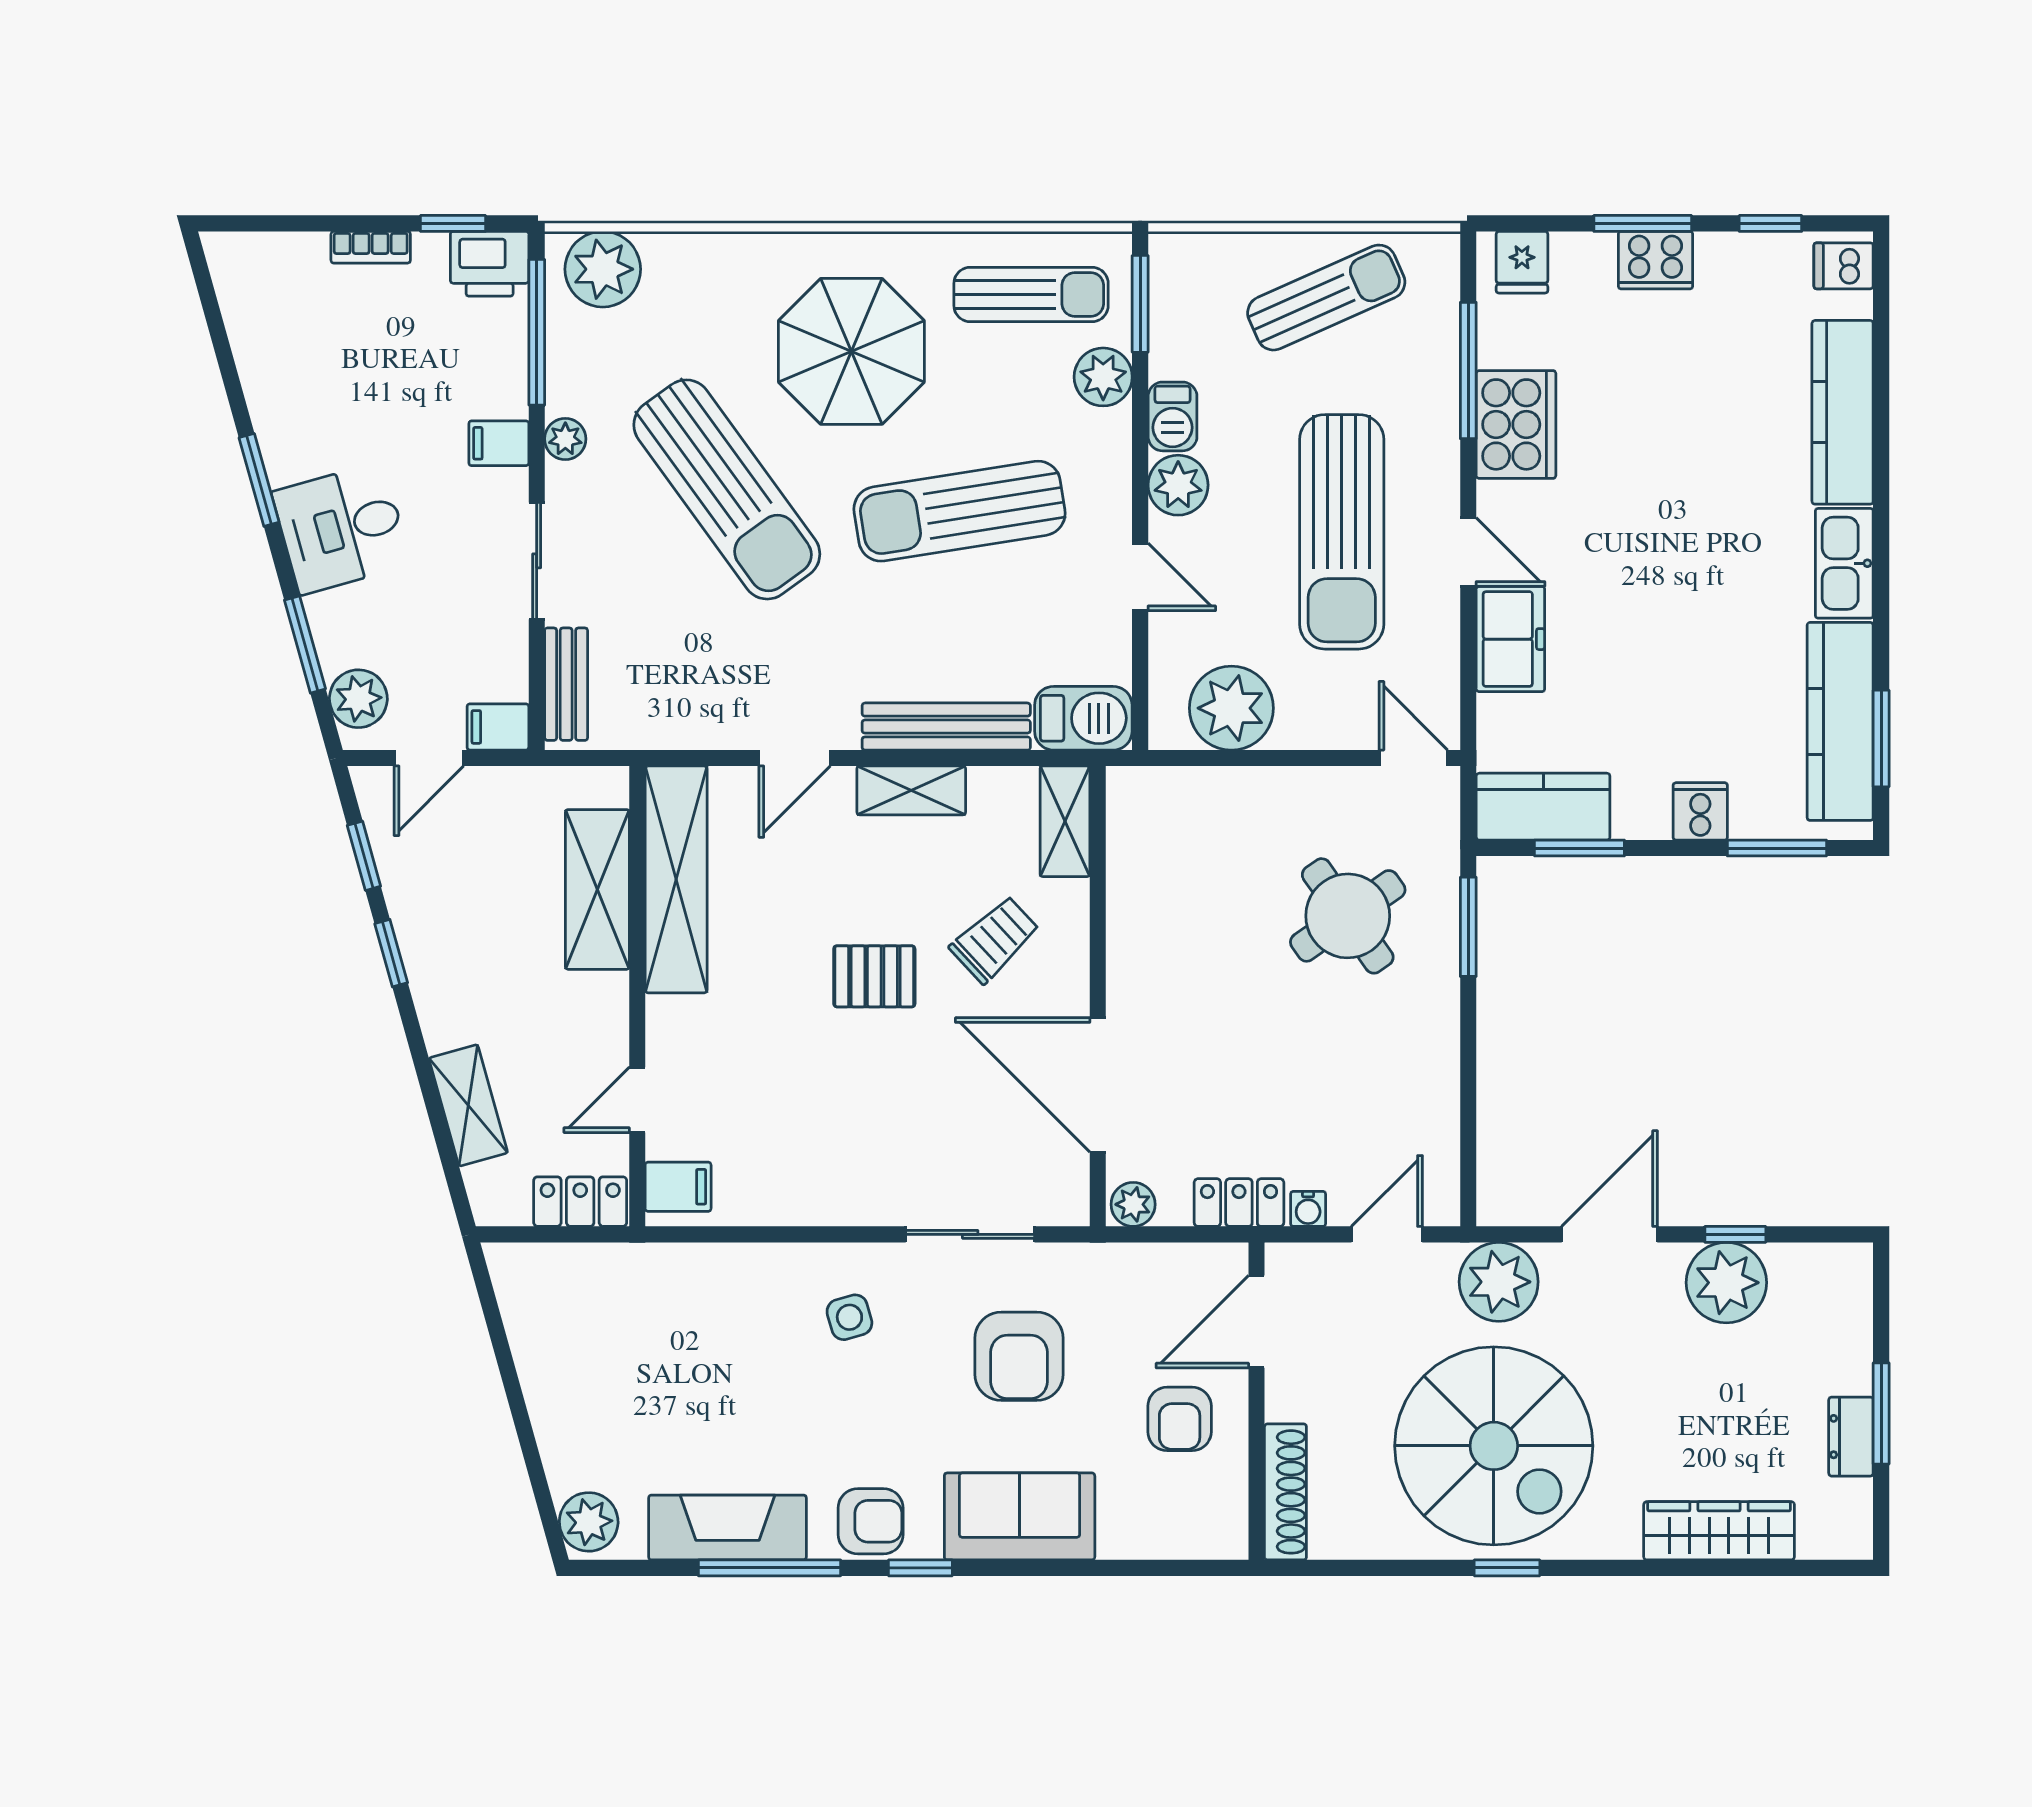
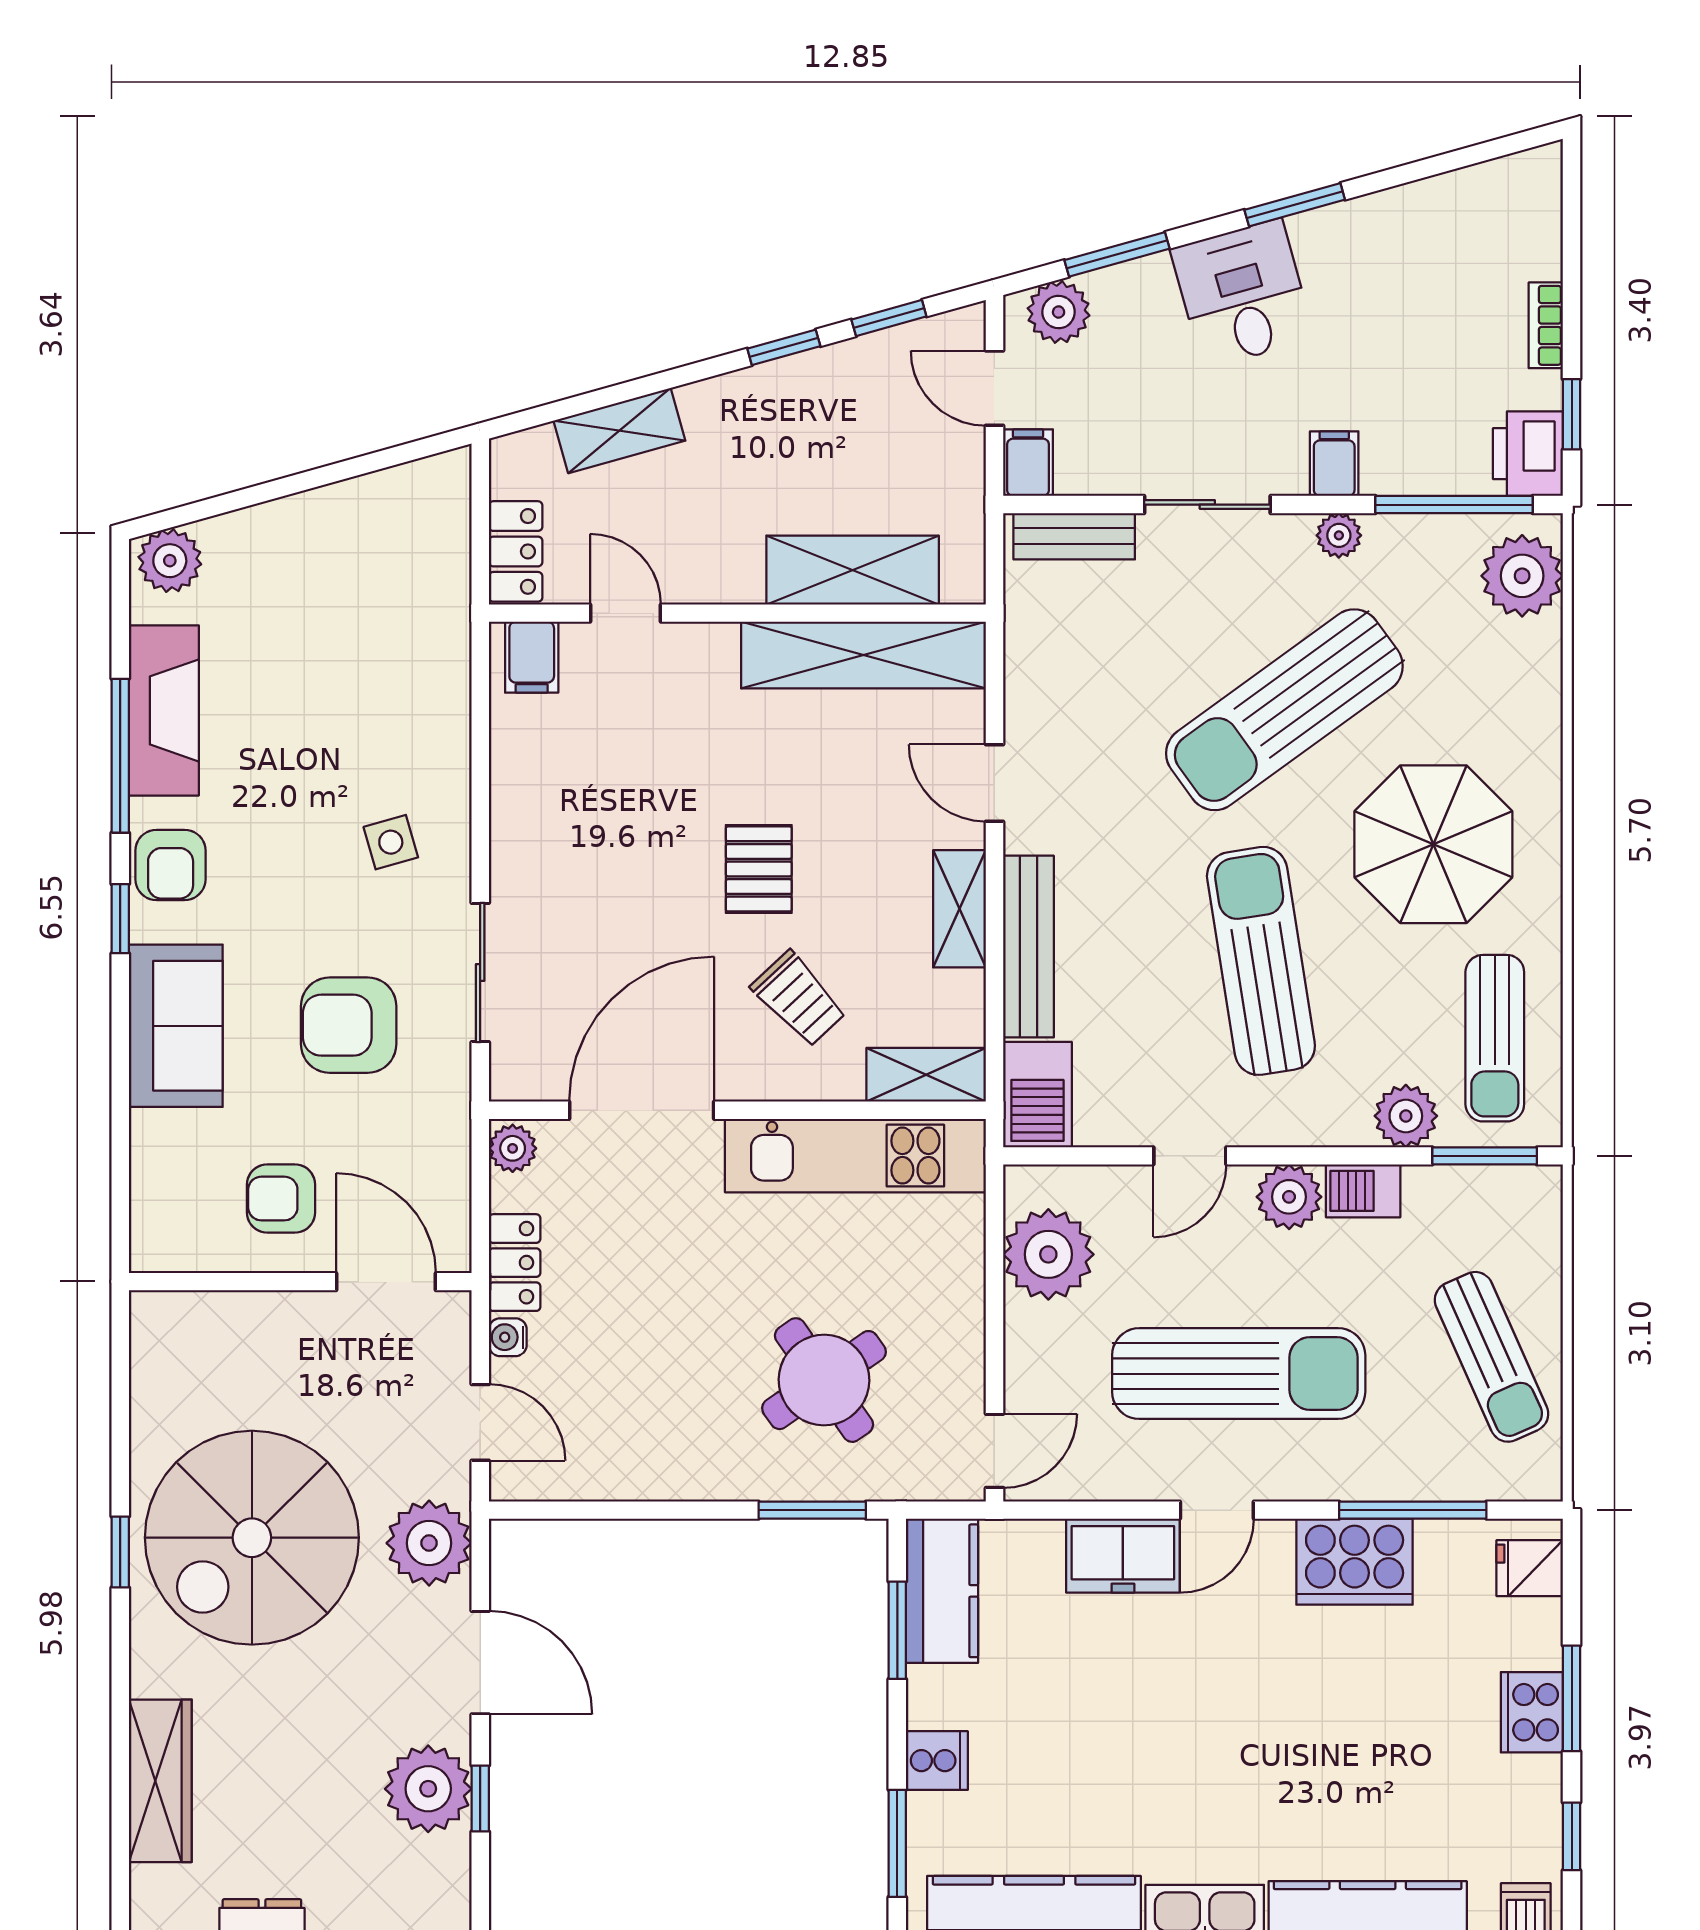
sun lounger: (1342, 532) -> (1239, 1374), turned 180
kitchen unit: (1140, 887) -> (855, 1156), added
shoe rack: (1285, 1492) -> (202, 1313), removed

